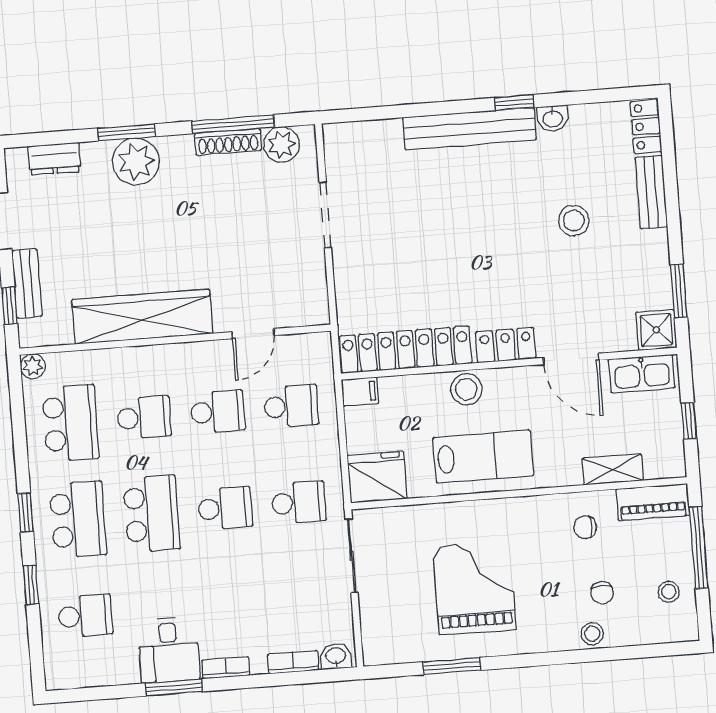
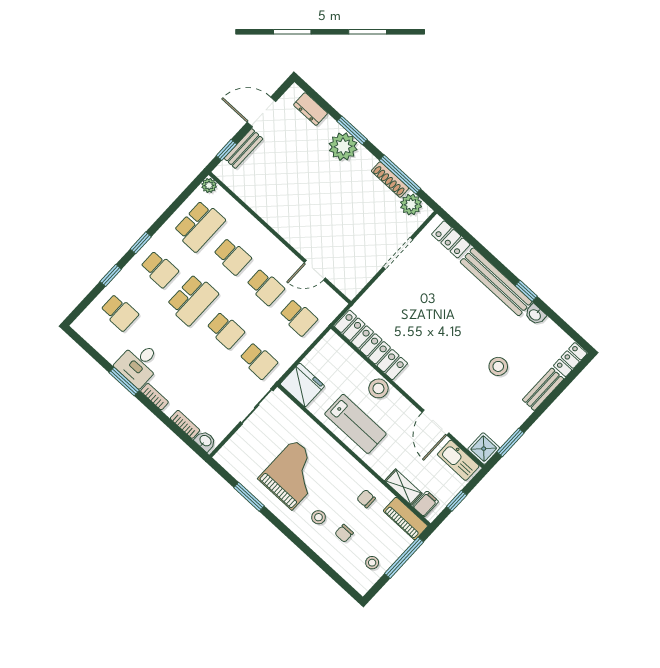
wardrobe: (142, 317) -> (277, 214), removed
locker: (506, 345) -> (451, 239), moved, turned 180
filing cabinet: (360, 392) -> (426, 504), moved, turned -90
school desk: (78, 519) -> (159, 269), width x0.54
stool: (592, 634) -> (318, 517), moved

